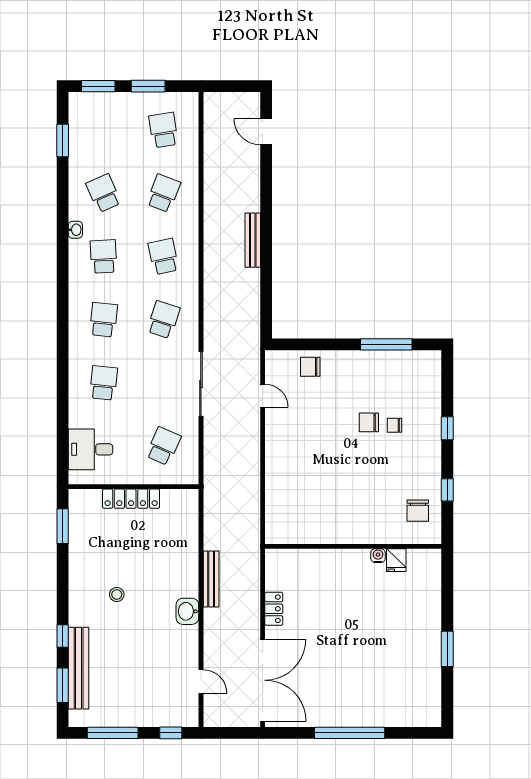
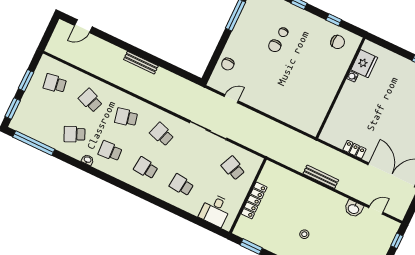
window: (63, 141) -> (34, 143), width x2.11
fridge: (396, 560) -> (364, 64), width x1.88, depth x1.34
washbasin: (187, 611) -> (354, 209), moved

